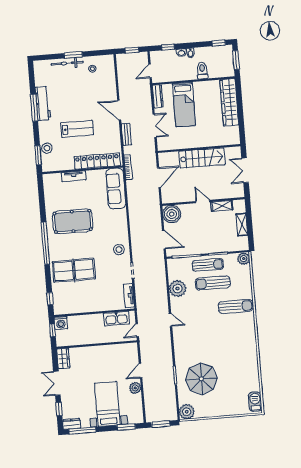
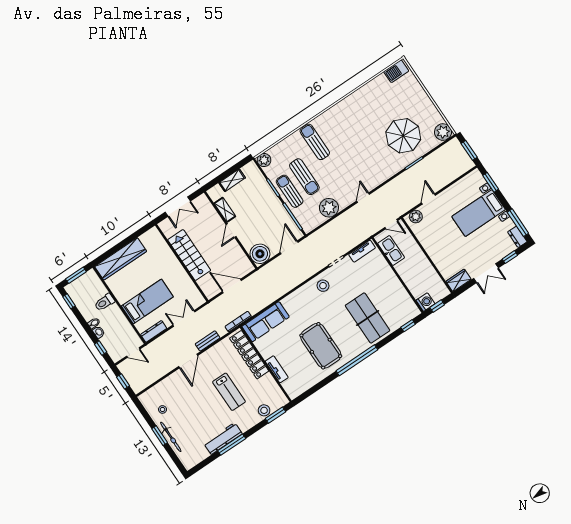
lab bench: (77, 129) -> (229, 392), turned 180
door: (141, 371) -> (428, 199), swing flipped
plant: (135, 388) -> (416, 217), moved

